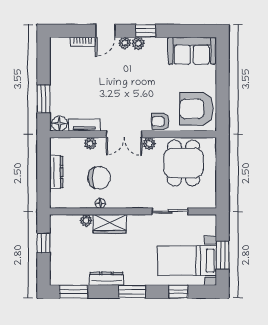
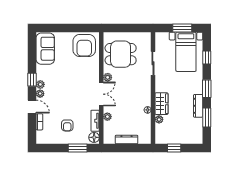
armchair: (160, 121) -> (67, 125), moved
chair: (99, 178) -> (130, 111), removed
window: (74, 292) -> (207, 117), moved

